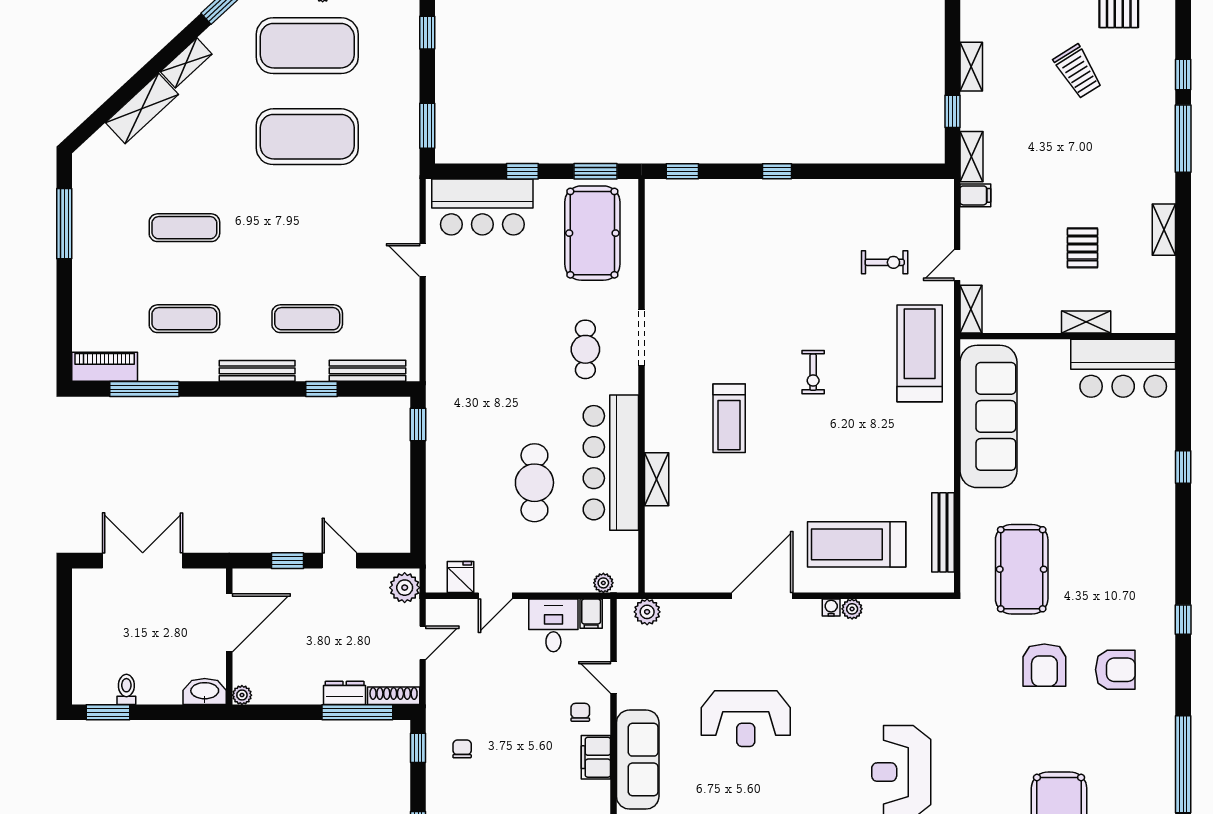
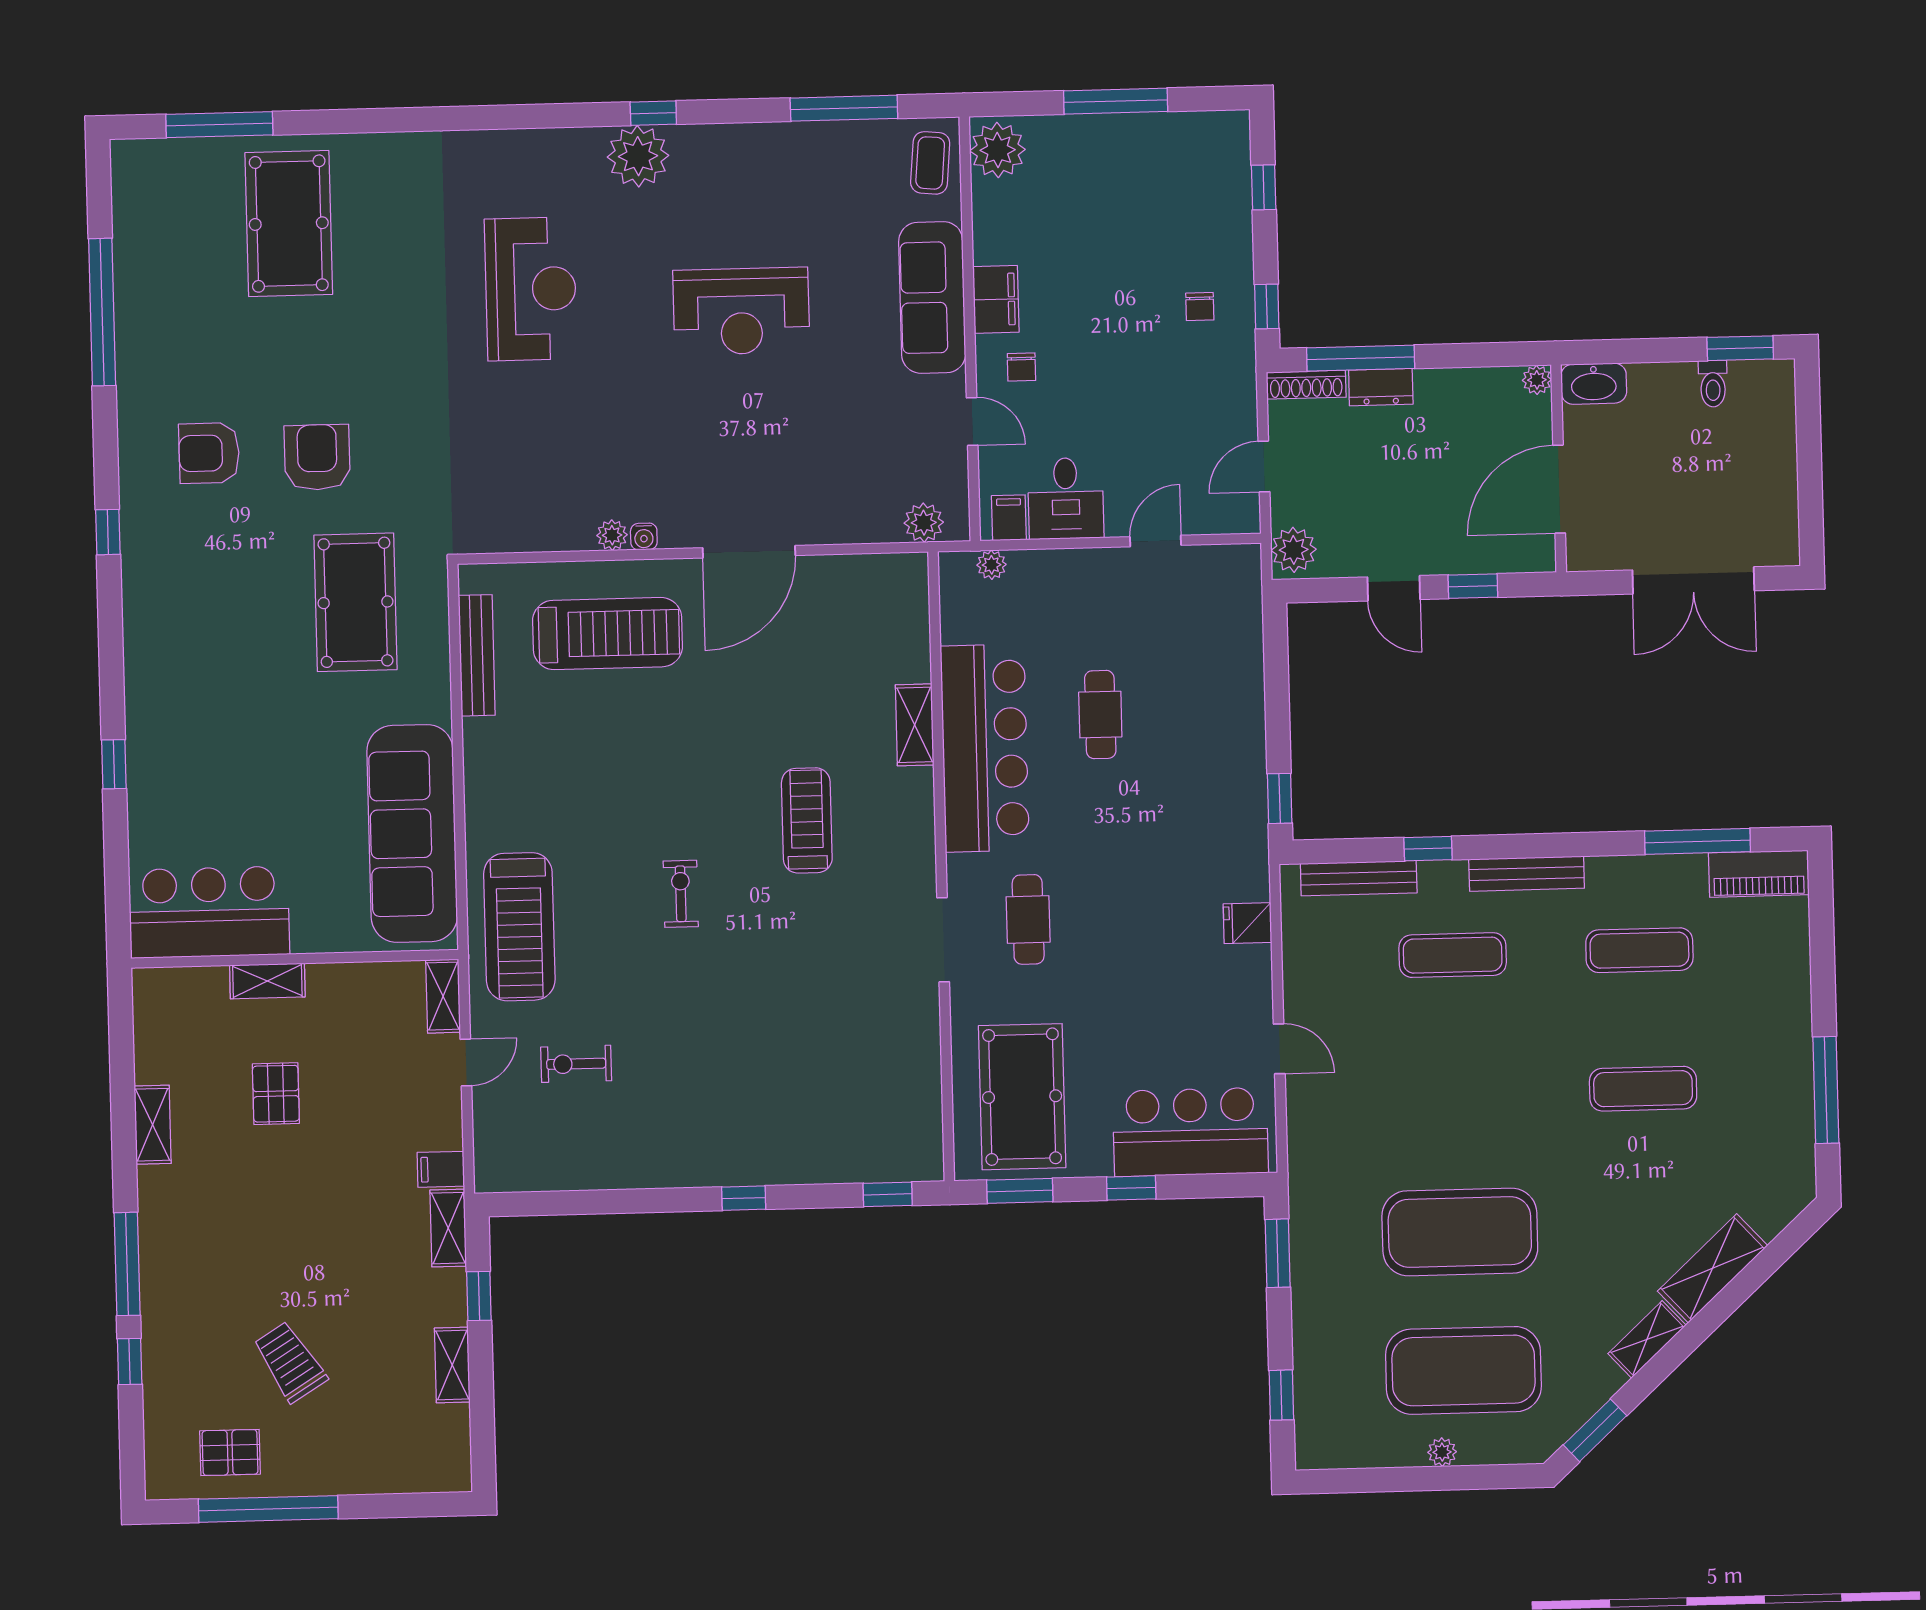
cafe table: (534, 483) -> (1100, 715), width x0.73, depth x0.74
fridge: (460, 577) -> (1247, 923), moved, turned 90
reception desk: (746, 719) -> (741, 311), moved, turned 180

